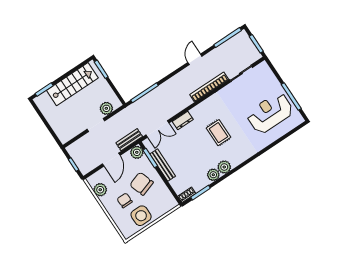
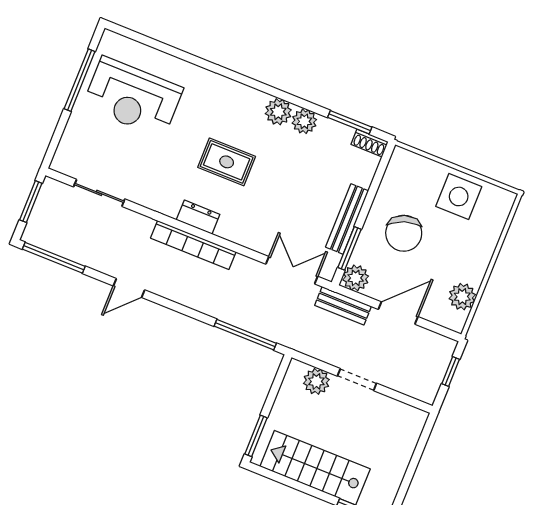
bookcase: (209, 87) -> (193, 245), moved
dresser: (183, 120) -> (198, 217), moved
rug: (218, 133) -> (227, 162), turned 90
chair: (125, 200) -> (452, 243), removed

